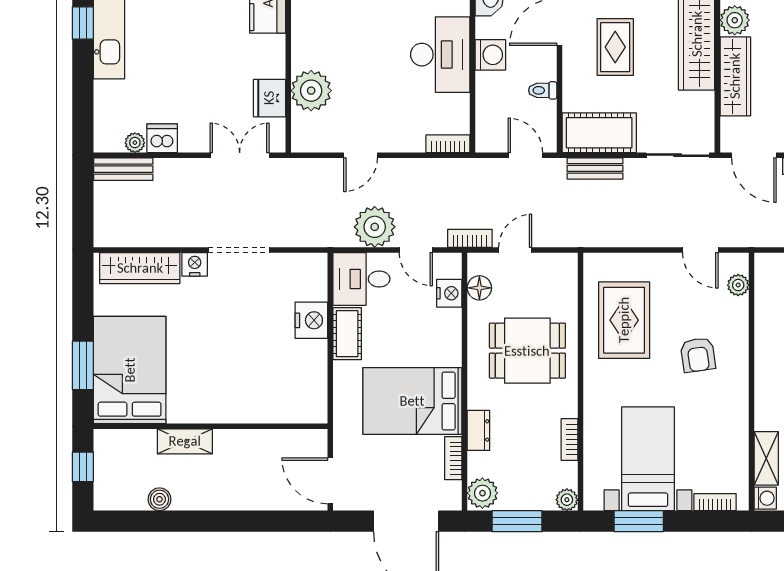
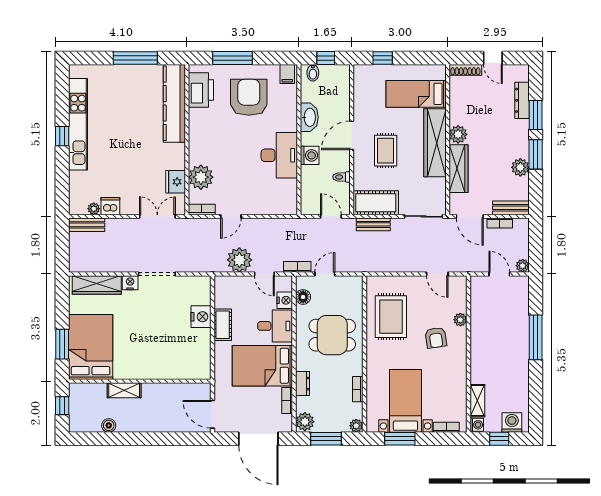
bookcase: (448, 144) -> (202, 209), moved
desk: (361, 279) -> (275, 326), moved, turned 180
plant: (738, 285) -> (460, 320), moved

